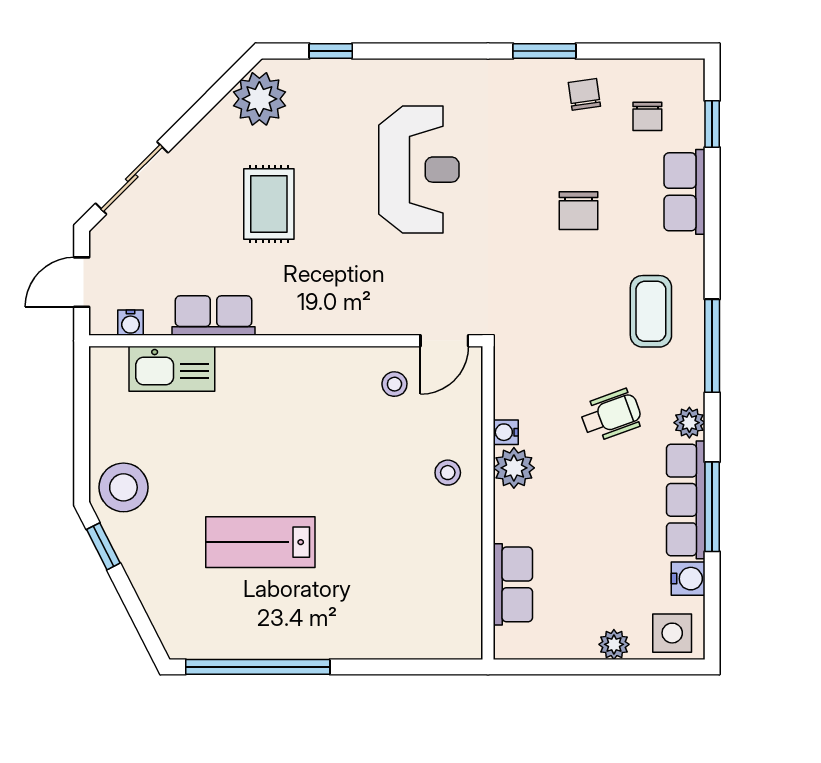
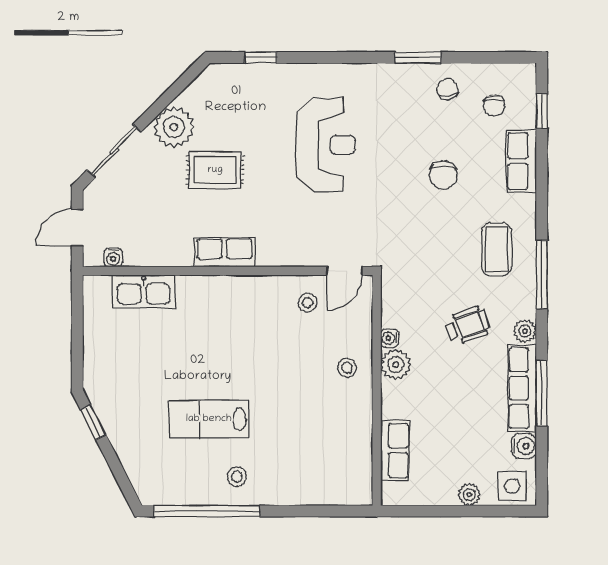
plant: (259, 99) -> (174, 127), moved
rug: (269, 204) -> (215, 170), turned 90
row of seats: (214, 315) -> (225, 252), moved
stool: (123, 487) -> (237, 477), moved, width x0.53, depth x0.53

